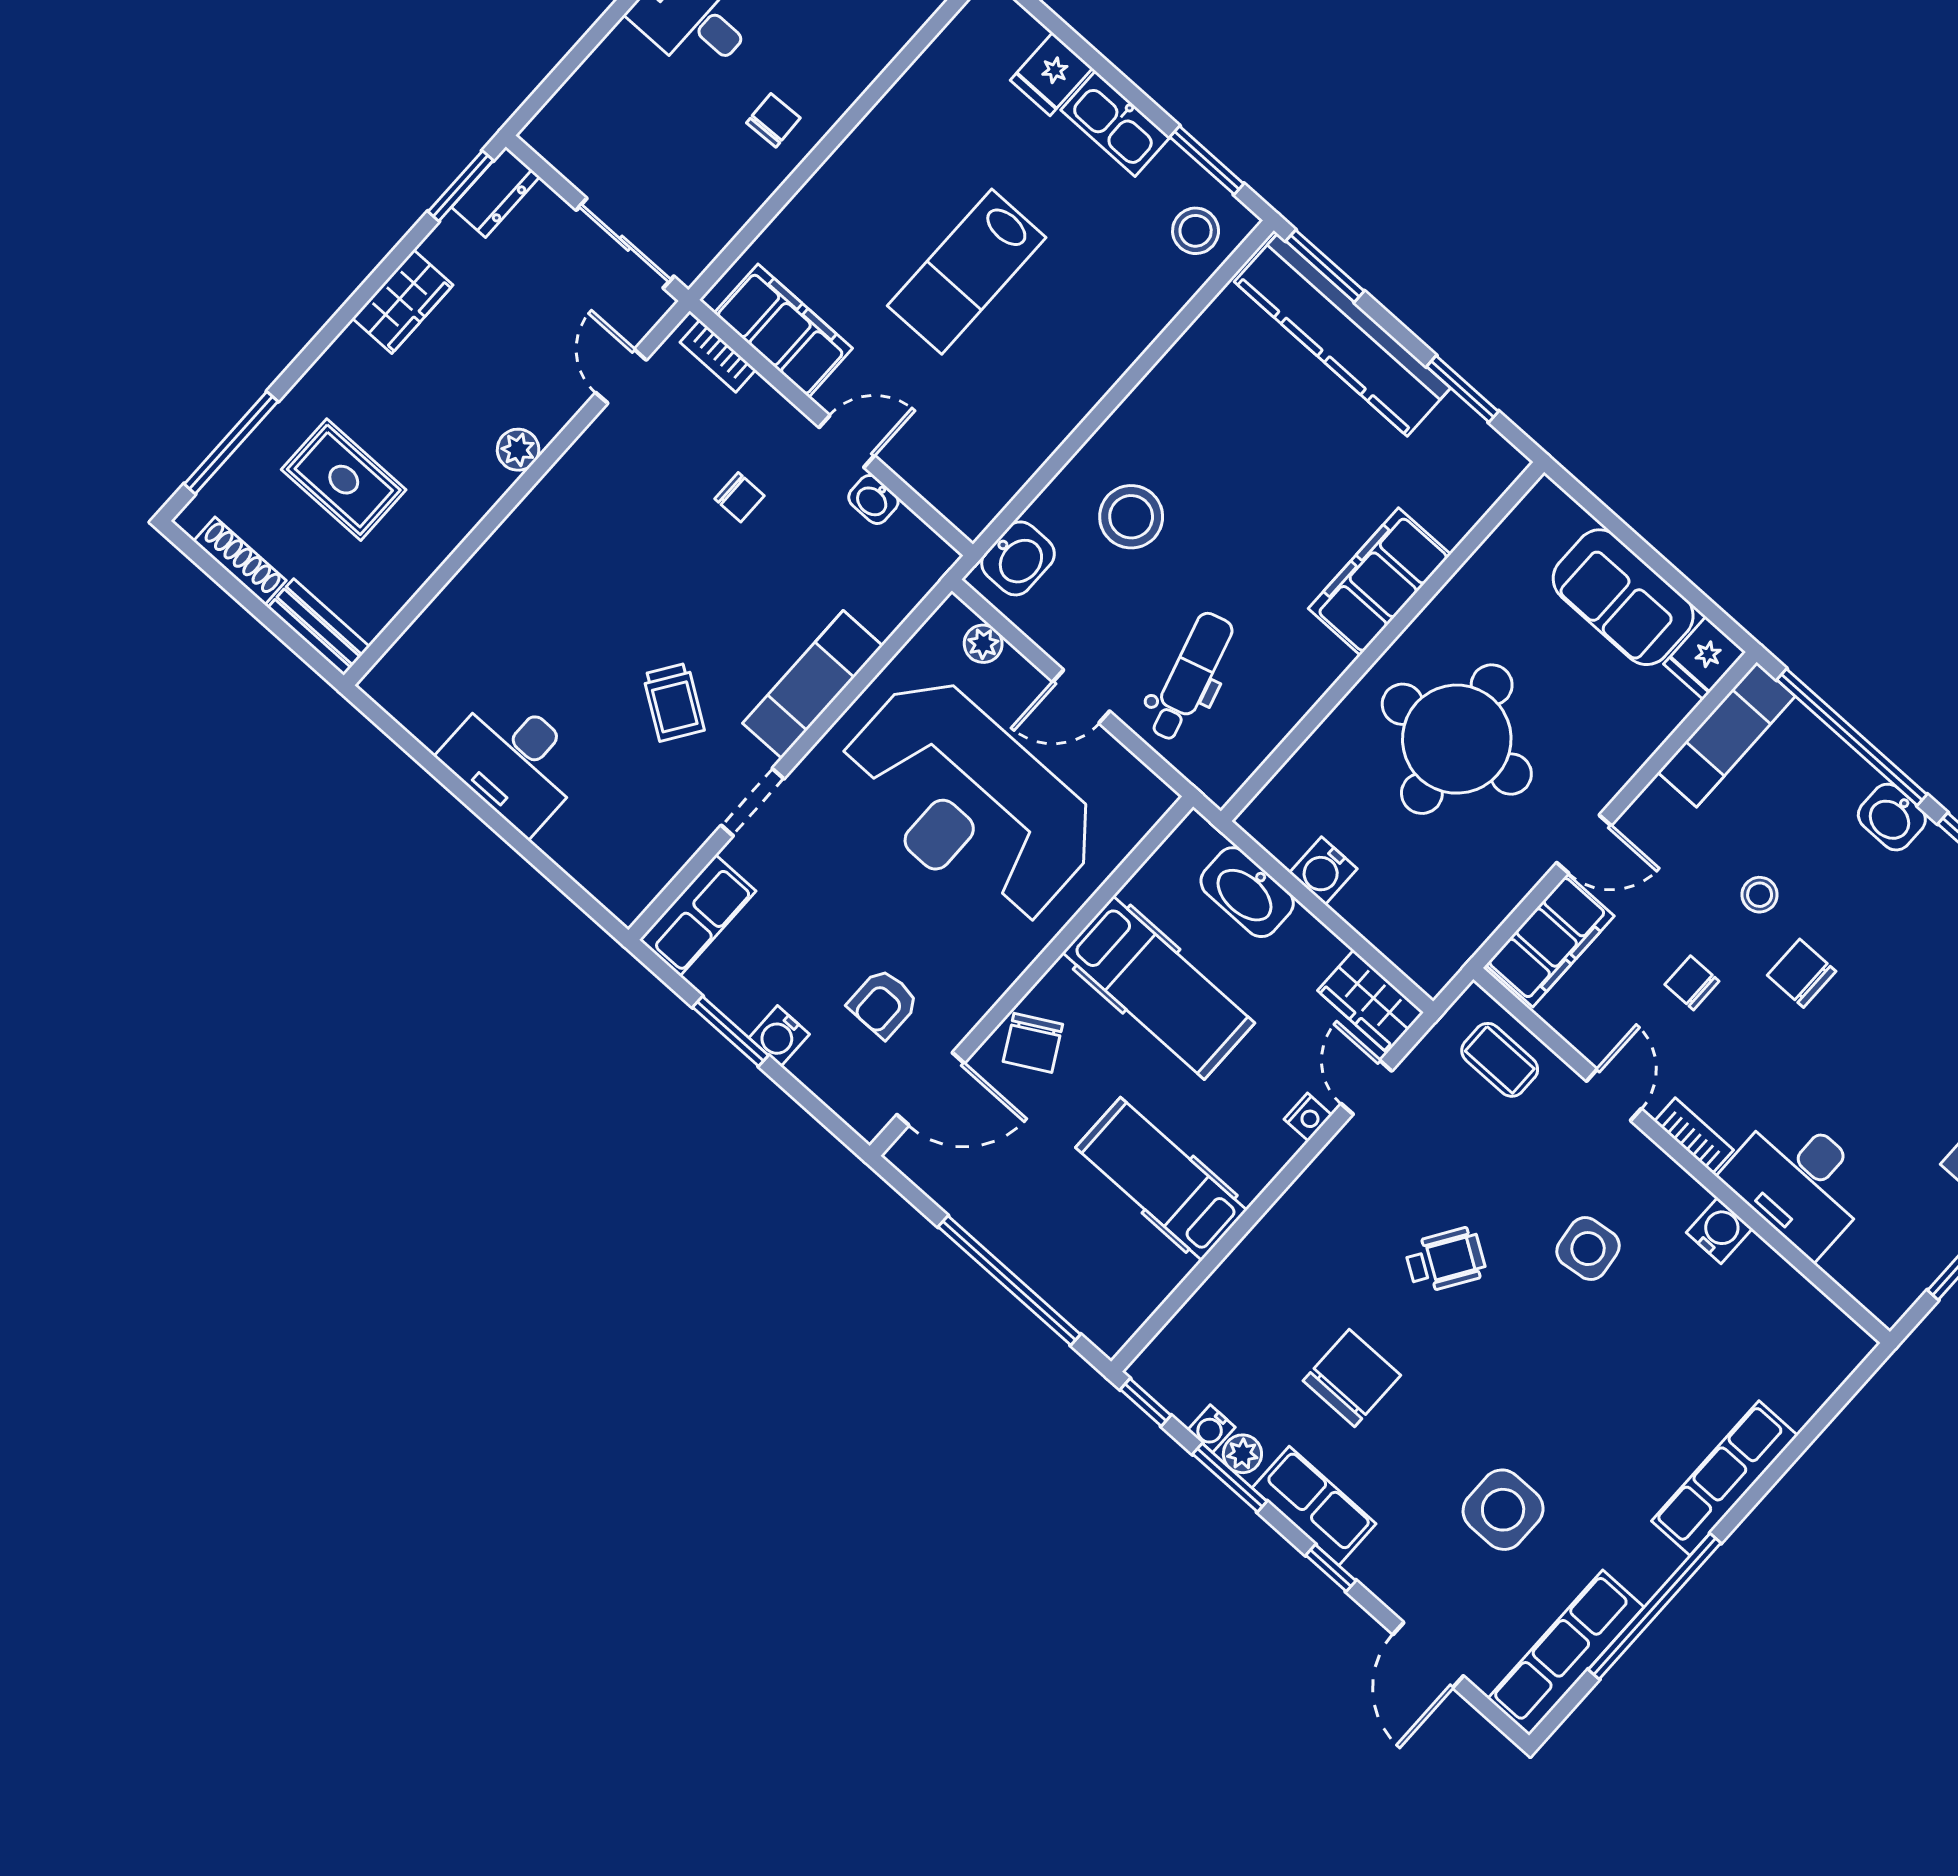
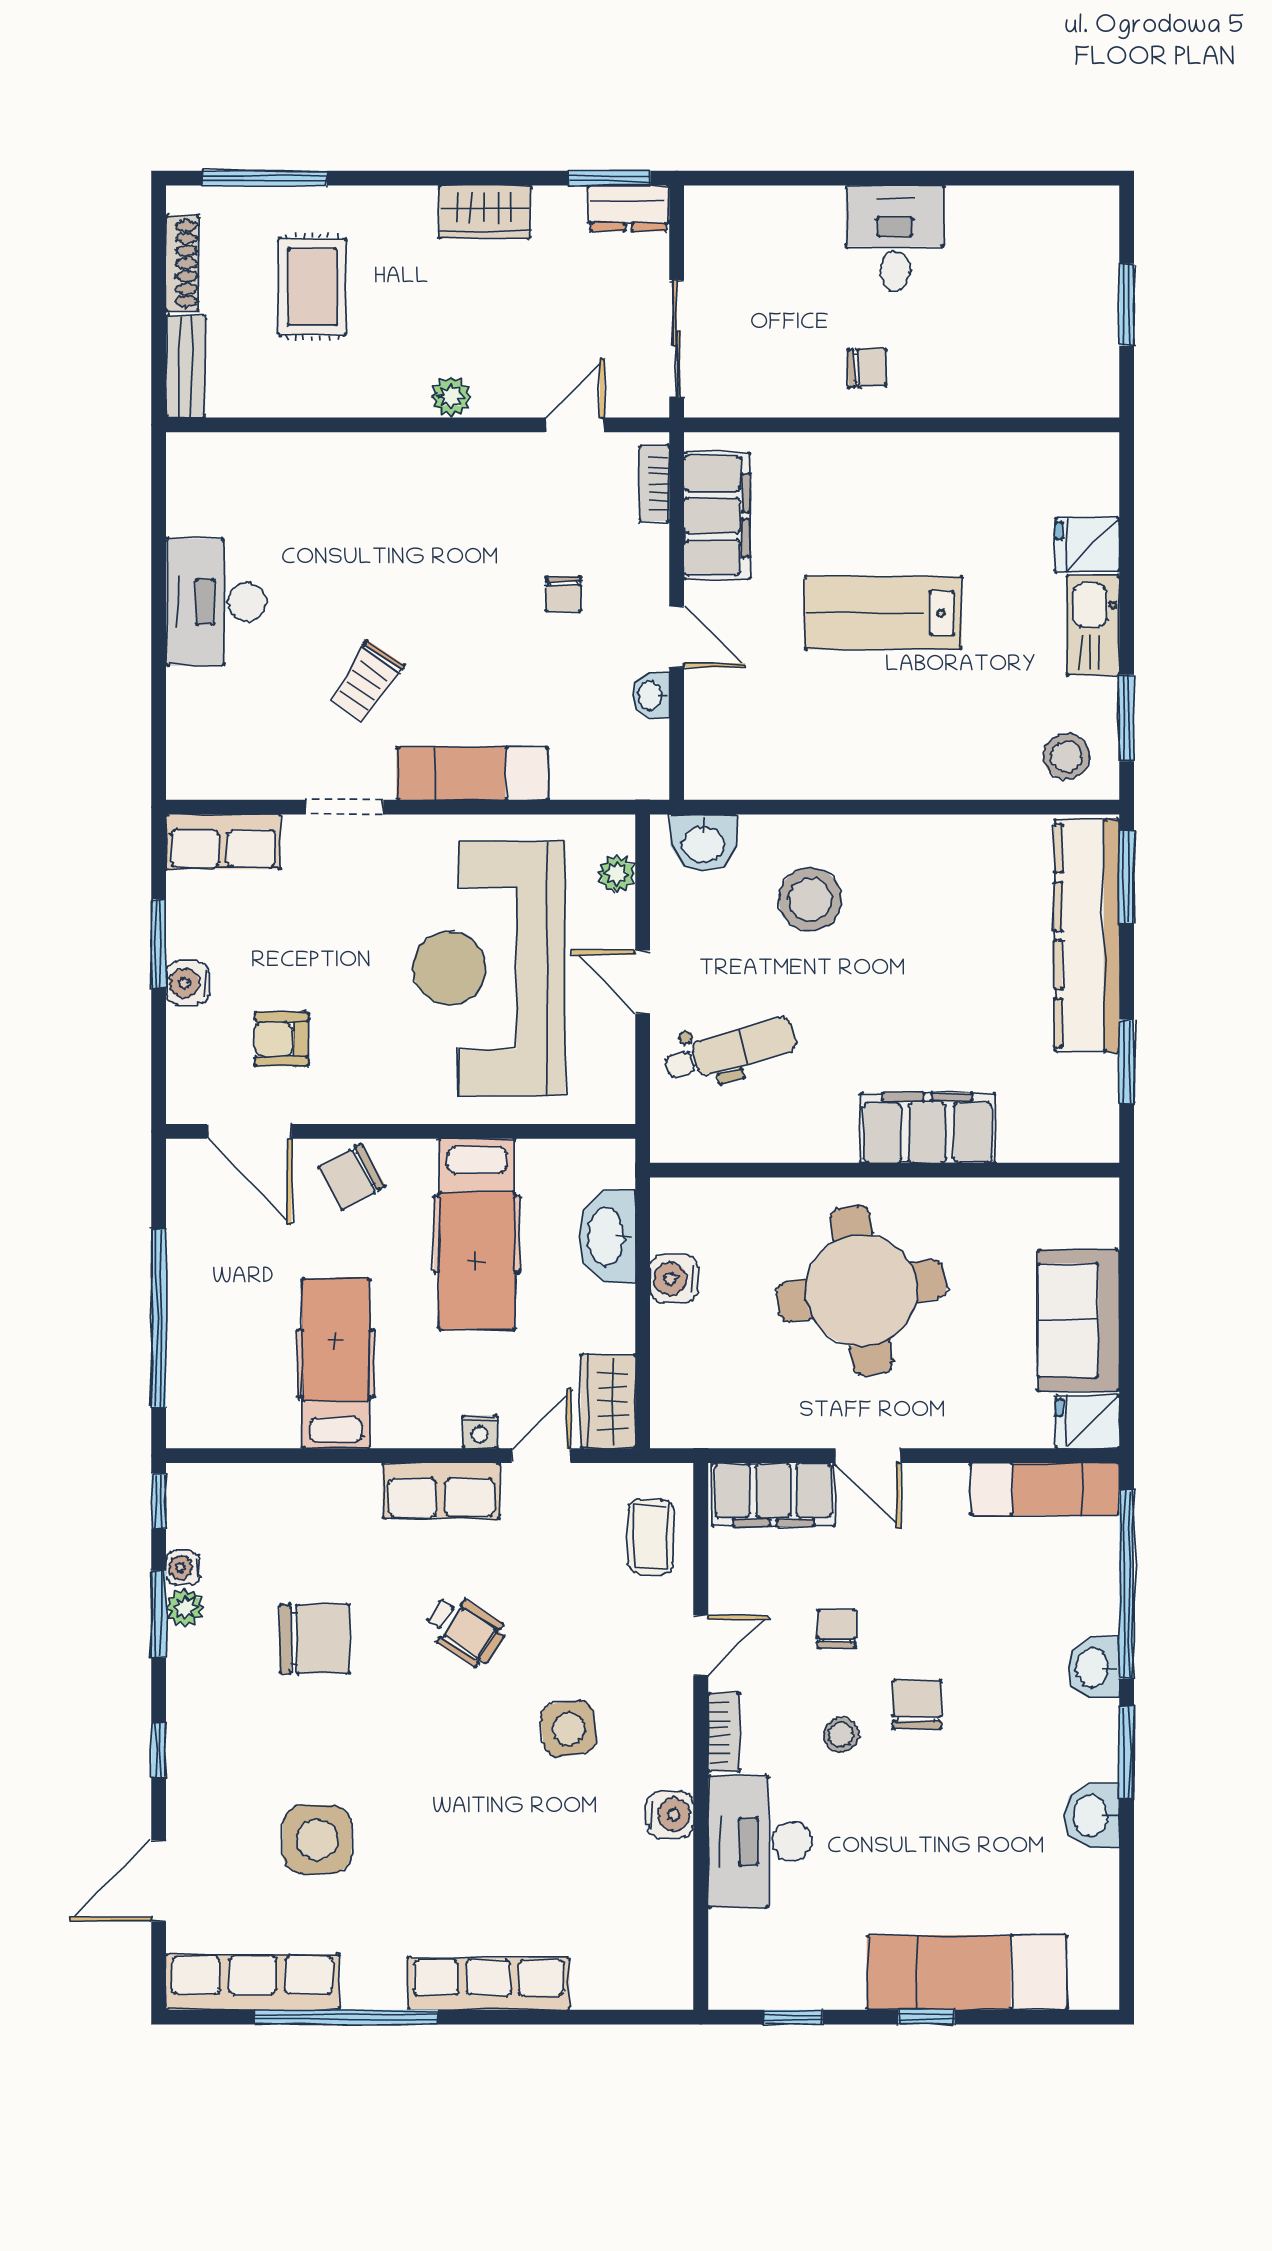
stool: (1760, 895) -> (841, 1735), moved
row of seats: (1314, 1506) -> (441, 1491), moved, turned 90

